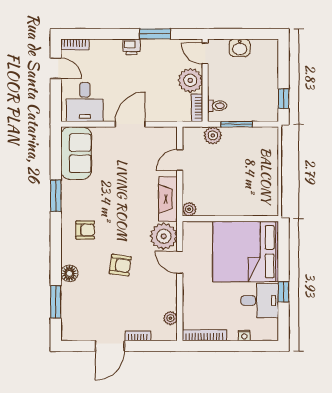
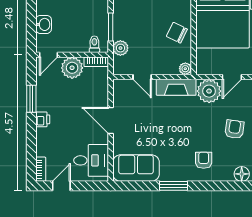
chair: (230, 200) -> (177, 33), added

